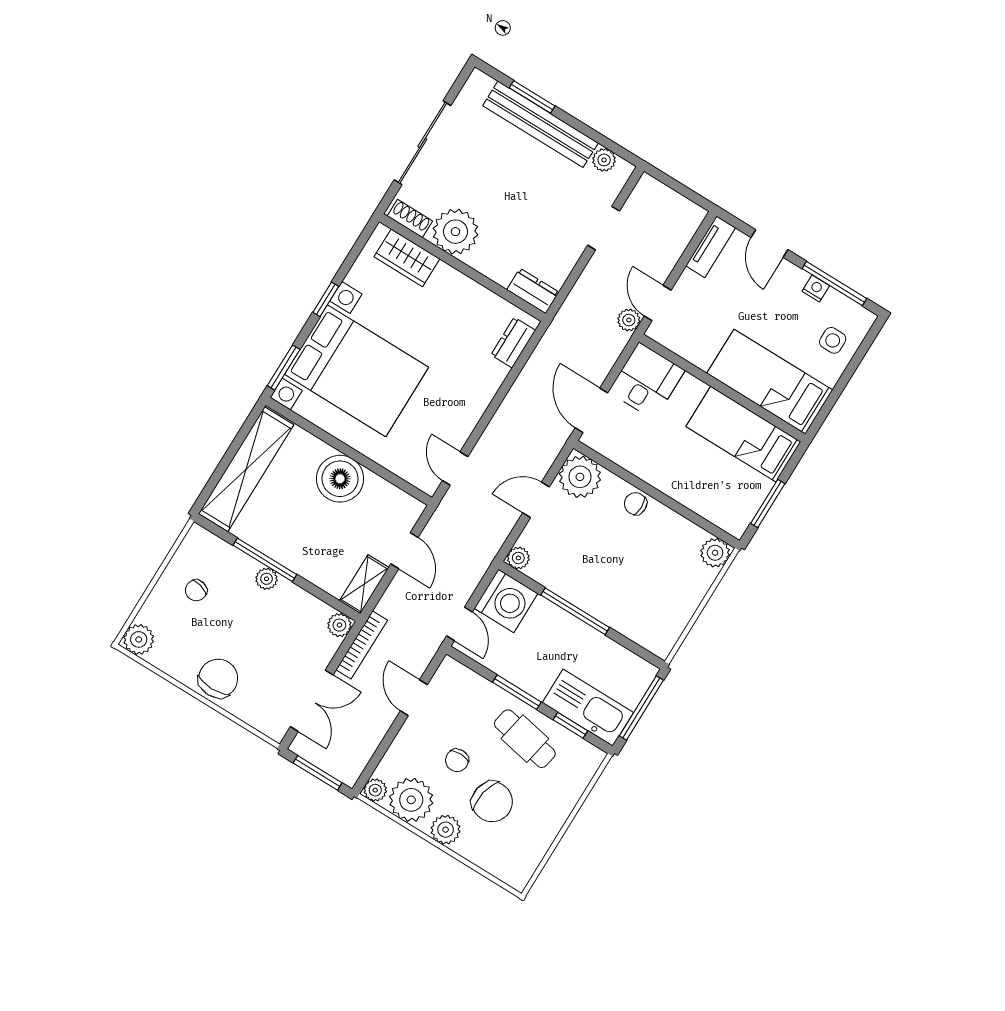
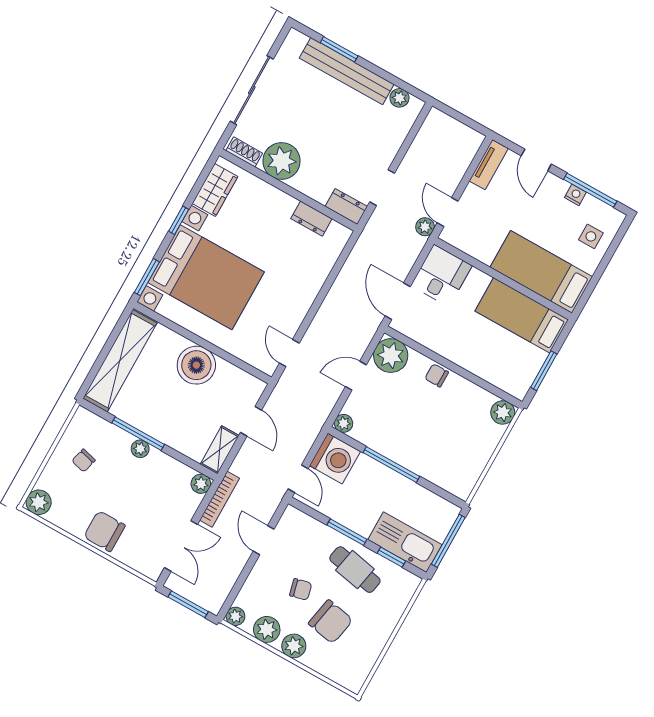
doorway: (604, 228) -> (382, 188), moved
wardrobe: (407, 258) -> (215, 190), moved, turned -90
dresser: (513, 343) -> (311, 219), moved, turned -90
chair: (218, 678) -> (104, 531), turned -90
chair: (457, 760) -> (301, 589), turned -104
plant: (411, 800) -> (267, 629), width x0.73, depth x0.73

